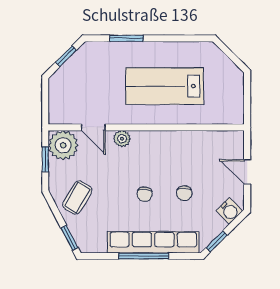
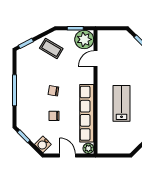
lab bench: (165, 86) -> (122, 103), width x0.73, depth x0.72
plant: (122, 139) -> (88, 148), moved
door: (247, 172) -> (67, 155), hinge flipped
row of seats: (153, 242) -> (87, 113), moved, turned 180

